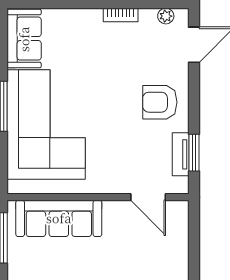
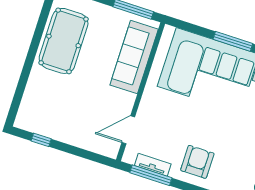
window: (194, 153) -> (151, 175), width x1.44

